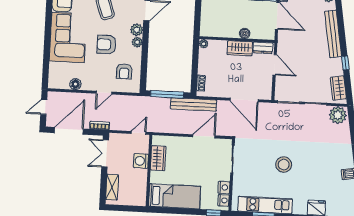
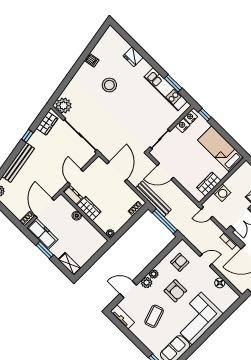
stool: (284, 165) -> (109, 85), moved

